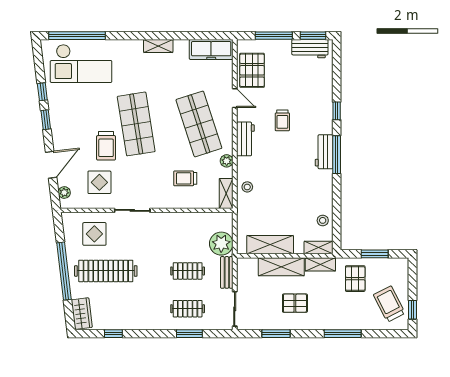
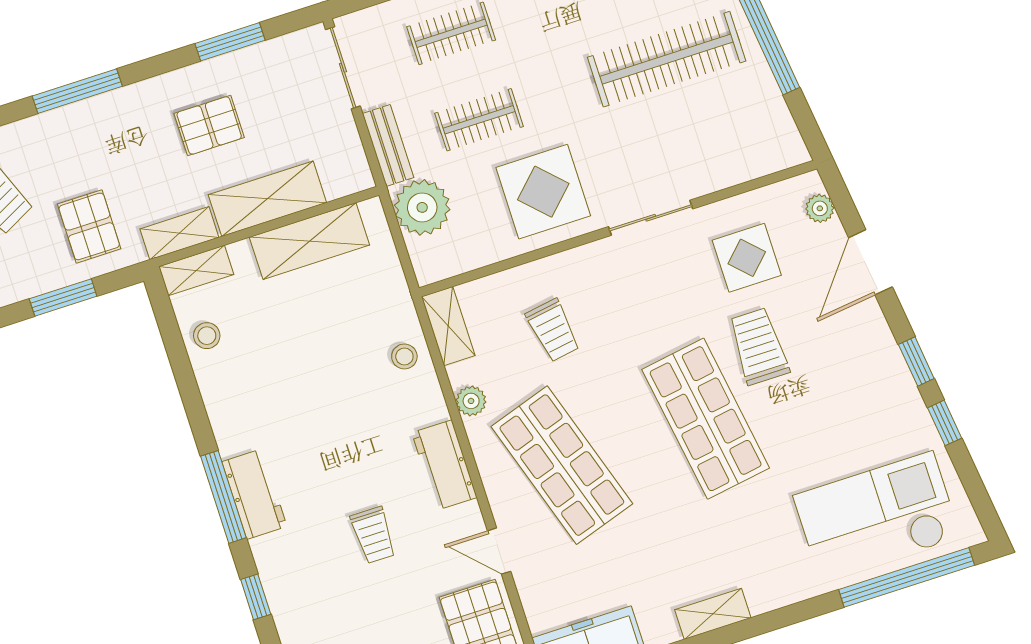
trolley: (282, 120) -> (373, 535), turned 180
trolley: (185, 178) -> (553, 330), turned 81
display table: (94, 234) -> (543, 192), moved, width x1.36, depth x1.36

